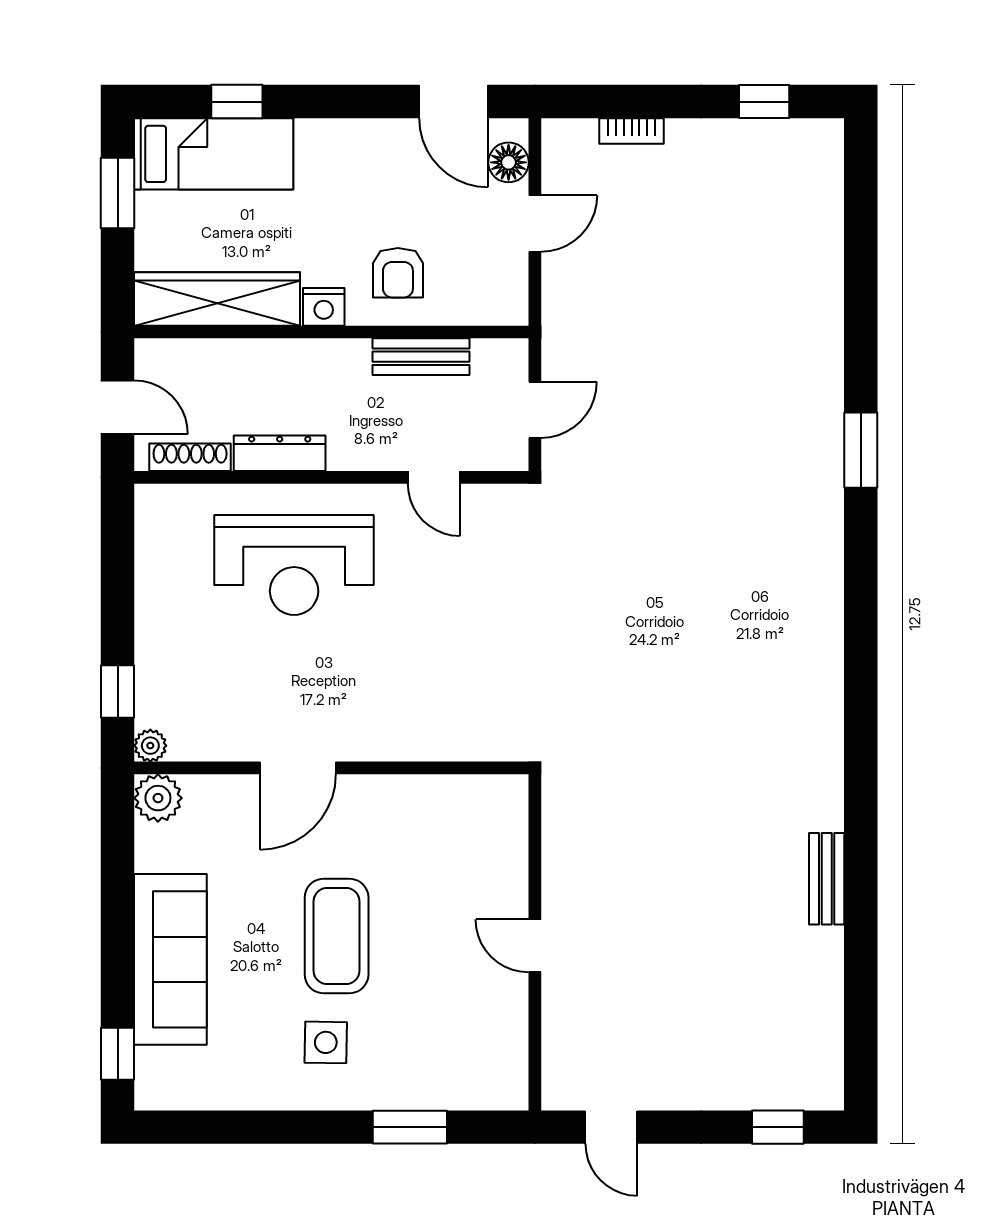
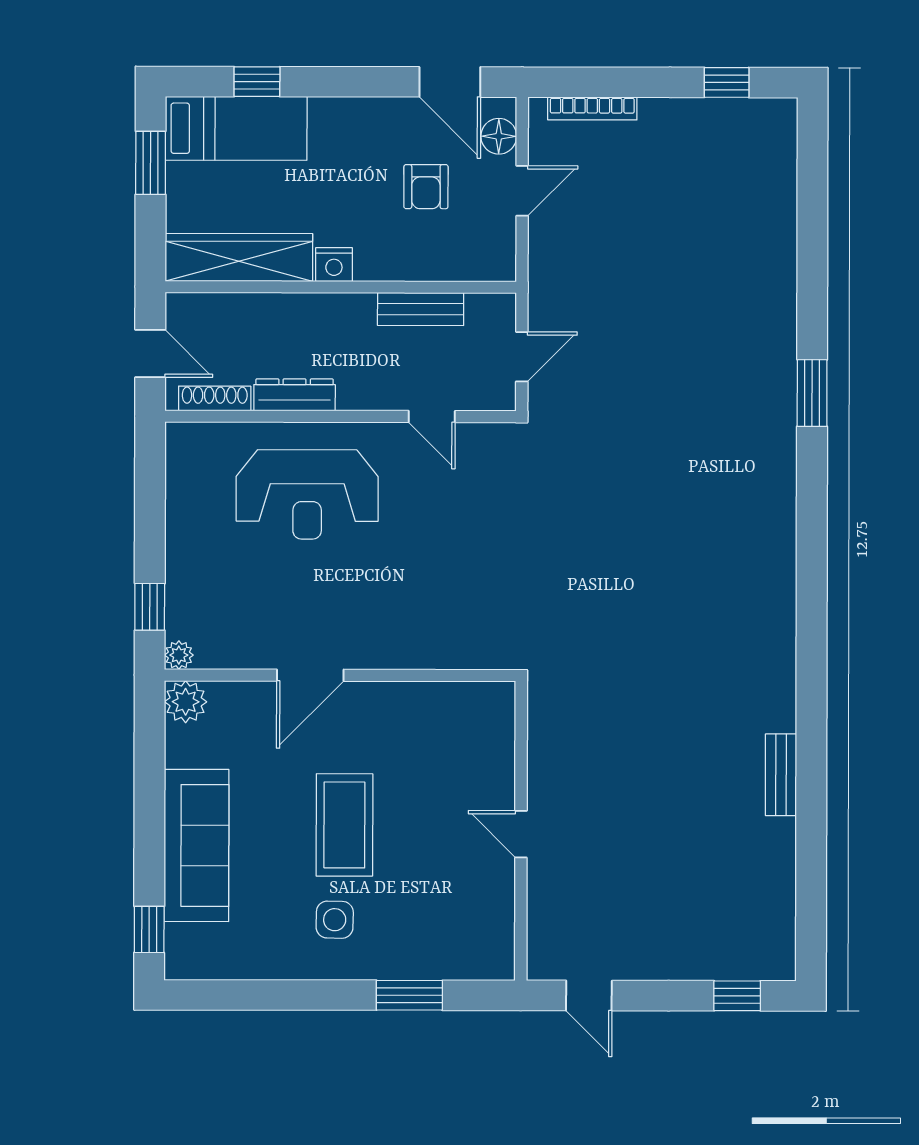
bookcase: (632, 131) -> (592, 108), width x1.56
armchair: (398, 273) -> (426, 187), moved

